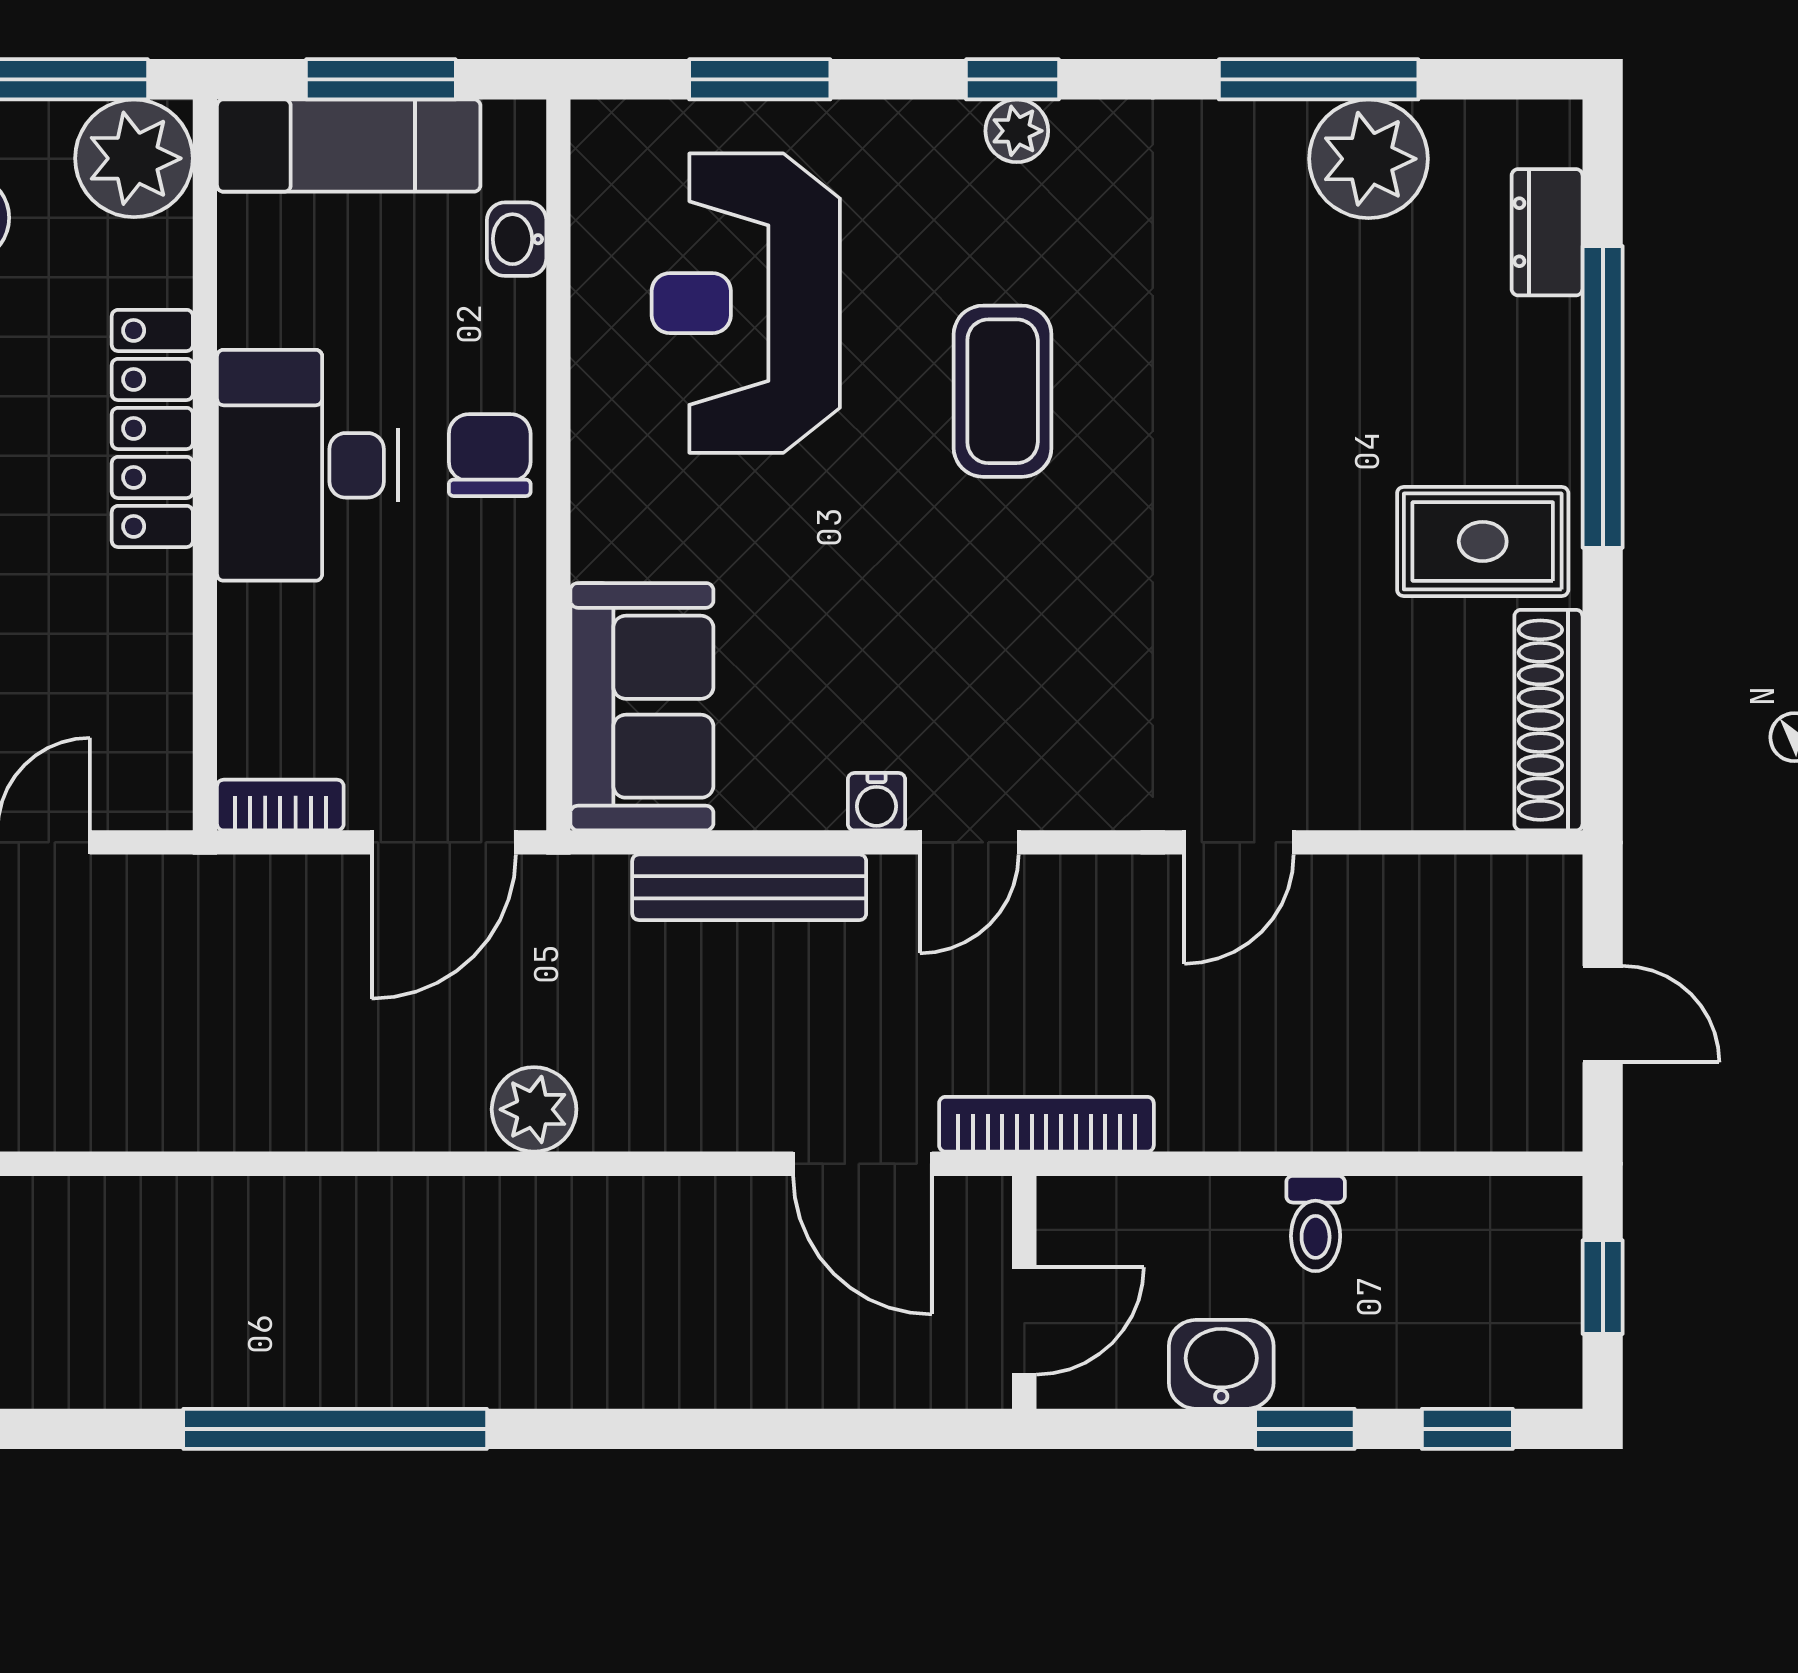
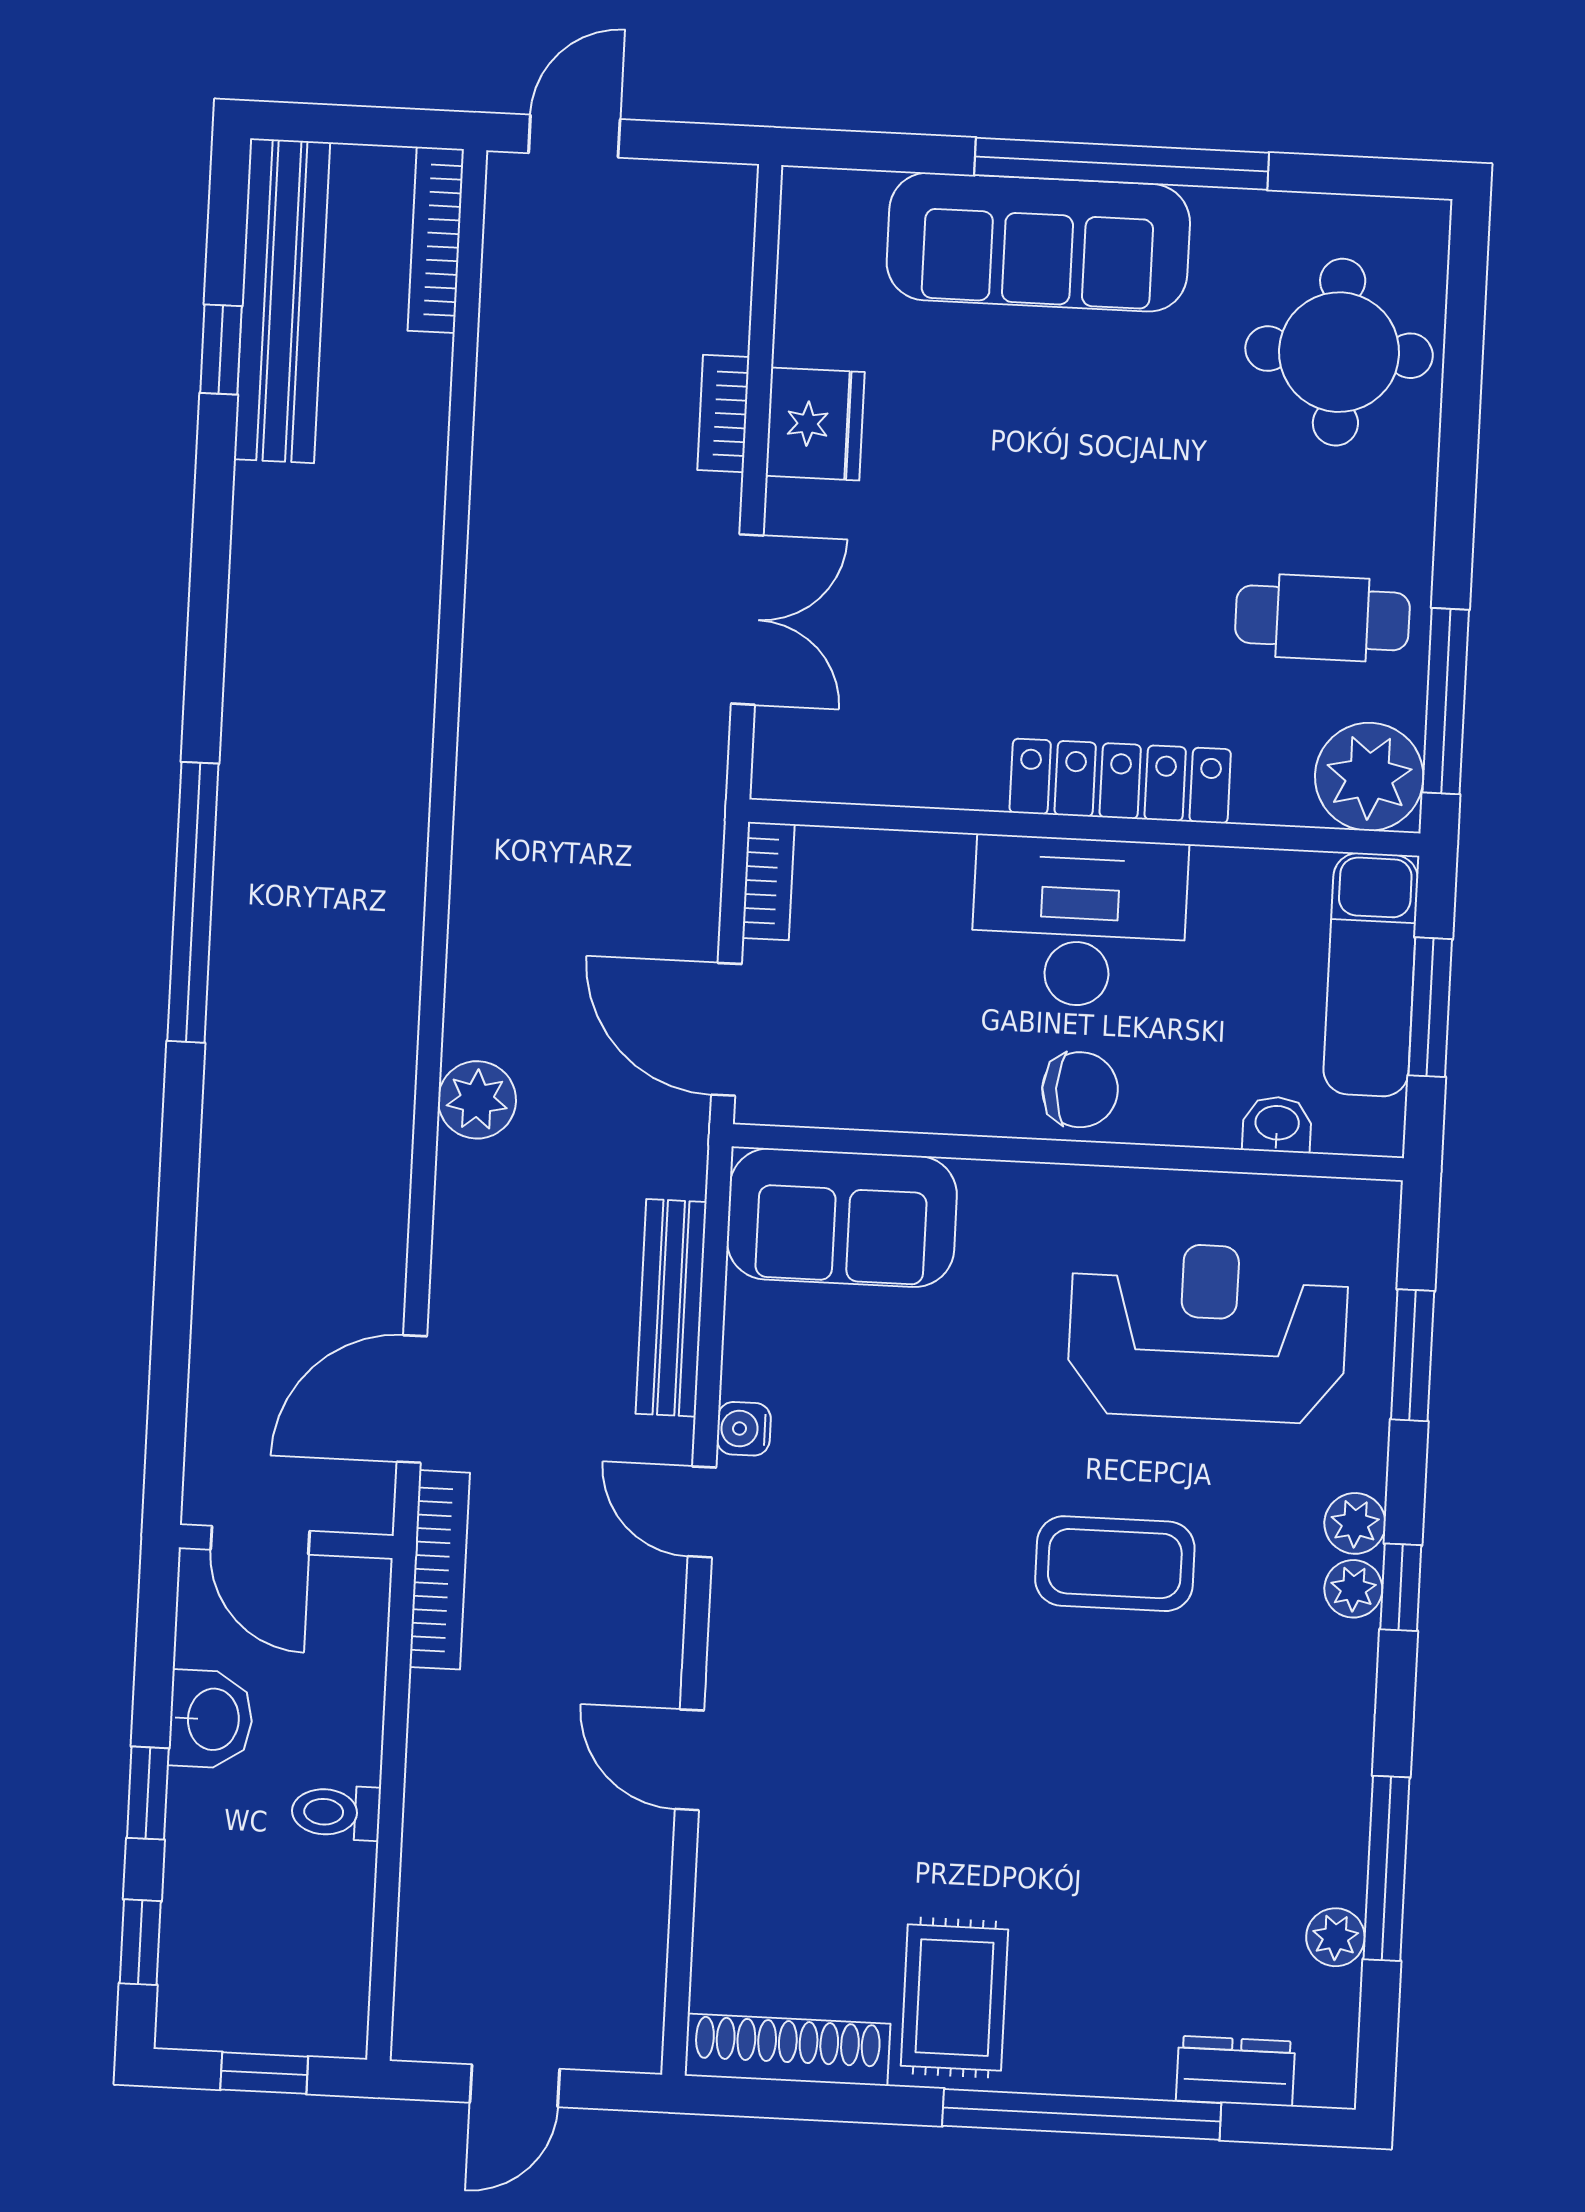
plant: (946, 133) -> (1355, 1523), added
plant: (1368, 159) -> (1335, 1937), width x0.53, depth x0.53

